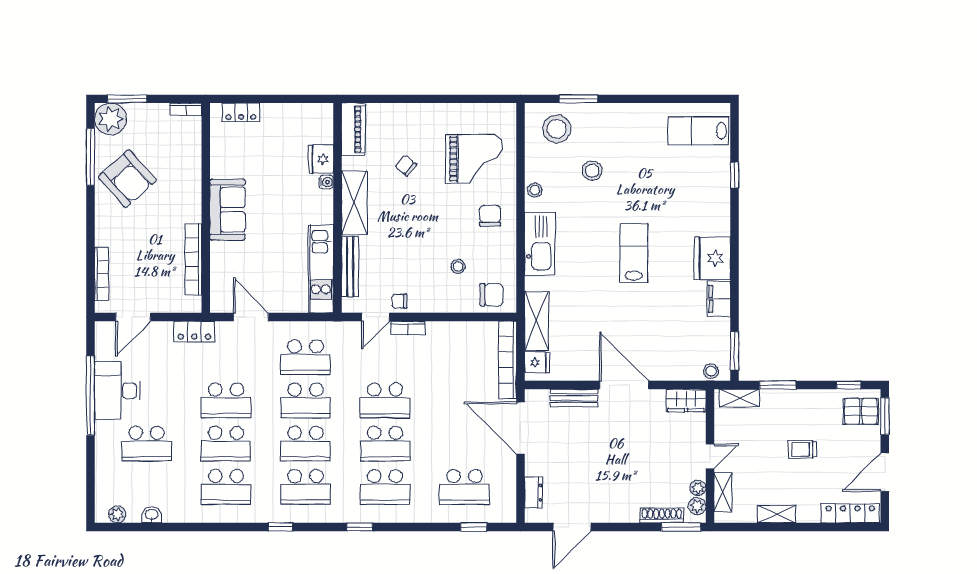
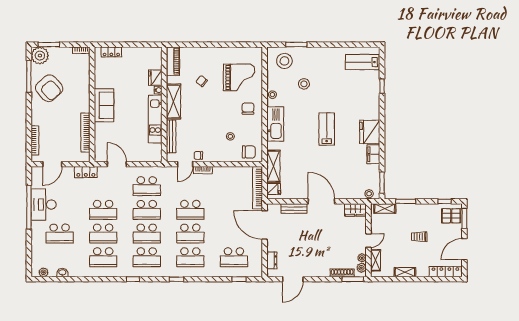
kitchen unit: (321, 269) -> (155, 119), moved

